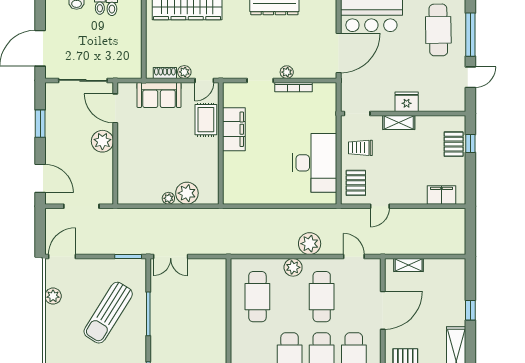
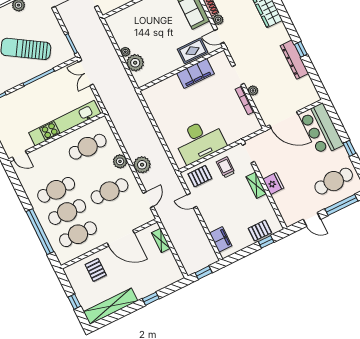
window: (470, 234) -> (204, 273), added
kitchen unit: (217, 310) -> (65, 123), added

